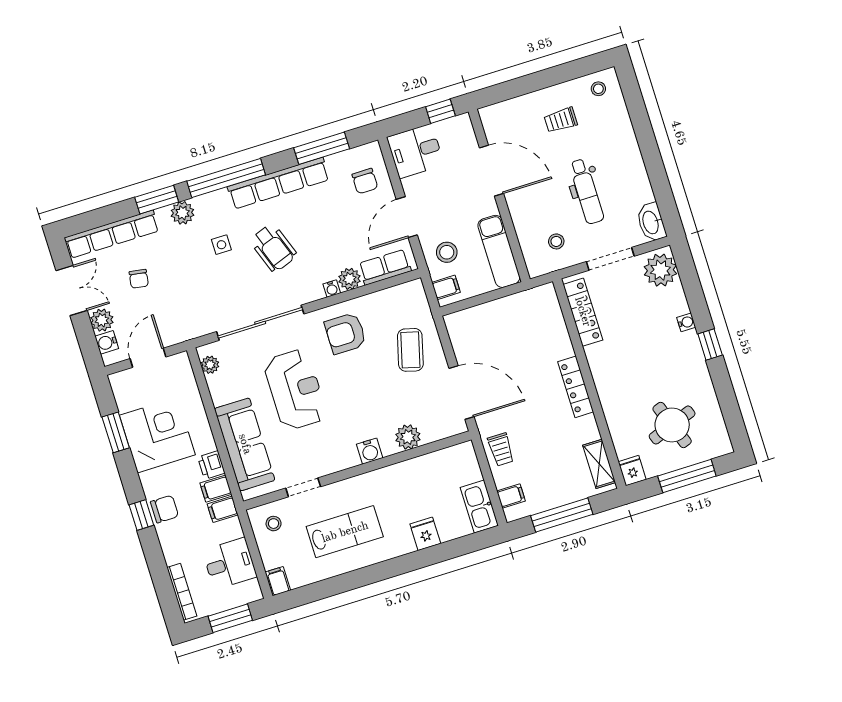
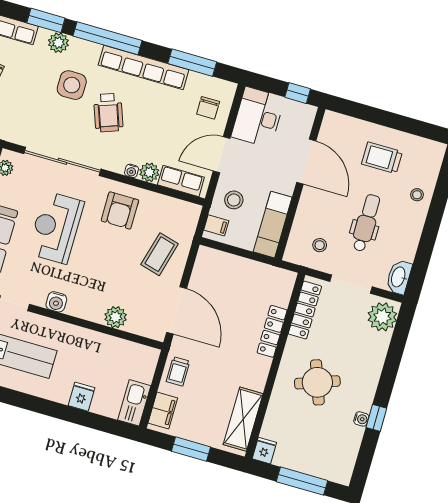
stool: (598, 89) -> (417, 195), moved
trolley: (561, 120) -> (382, 158), width x1.36, depth x1.39
desk: (416, 151) -> (258, 117), width x1.37
dental chair: (586, 191) -> (366, 223), turned 180
side table: (221, 245) -> (72, 85), width x1.87, depth x1.87
water cooler: (686, 322) -> (361, 419), moved
armchair: (345, 333) -> (120, 210), turned -90
window: (710, 345) -> (376, 418), moved
locker: (576, 387) -> (272, 331), moved
reception desk: (295, 390) -> (56, 227), turned 180
round table: (672, 425) -> (317, 382), moved
water cooler: (370, 451) -> (56, 302), moved
shelving: (599, 464) -> (243, 419), width x1.50, depth x1.33
filing cabinet: (511, 496) -> (163, 410), width x2.00
window: (562, 515) -> (191, 449), width x0.69

